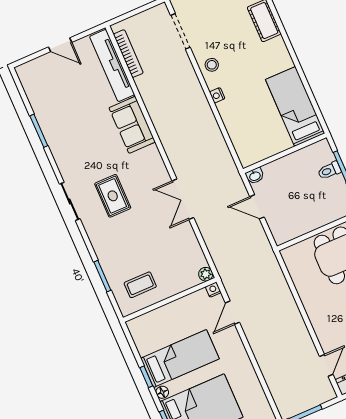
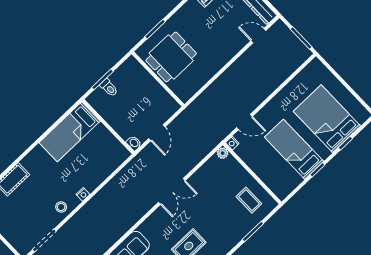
floor lamp: (162, 392) -> (325, 153), removed

